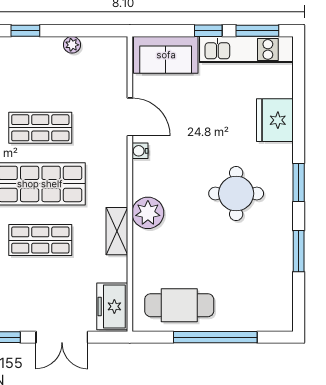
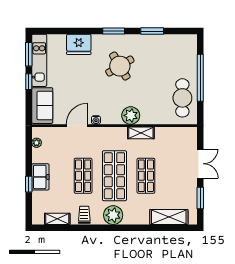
plant: (72, 45) -> (37, 143), moved
round table: (236, 194) -> (120, 66), turned -31
freezer: (112, 306) -> (40, 177), moved, turned -90

